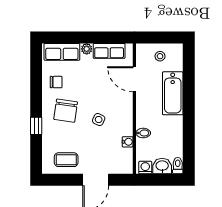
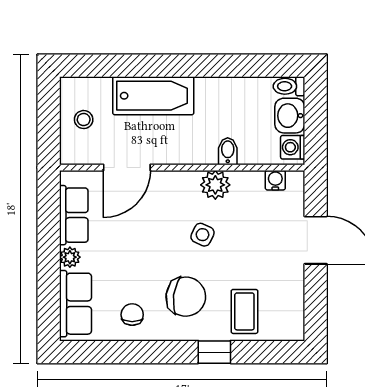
plant: (125, 126) -> (215, 185), added
water cooler: (128, 142) -> (275, 180), moved
coffee table: (66, 160) -> (244, 311), moved

